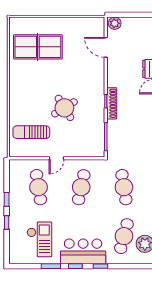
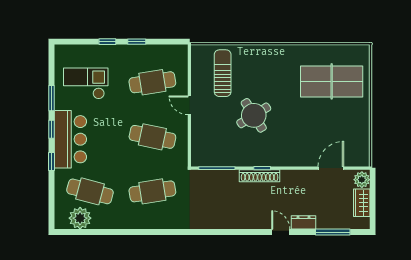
wardrobe: (133, 23) -> (362, 203), added
table tennis table: (38, 47) -> (332, 81), turned 90
checkout: (39, 239) -> (86, 83), turned 180

